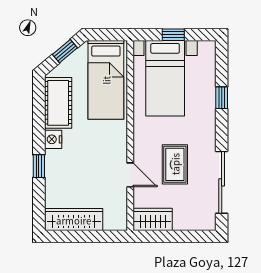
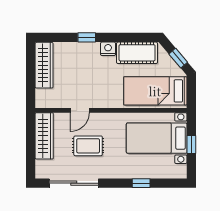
wardrobe: (153, 219) -> (44, 136), width x1.50

